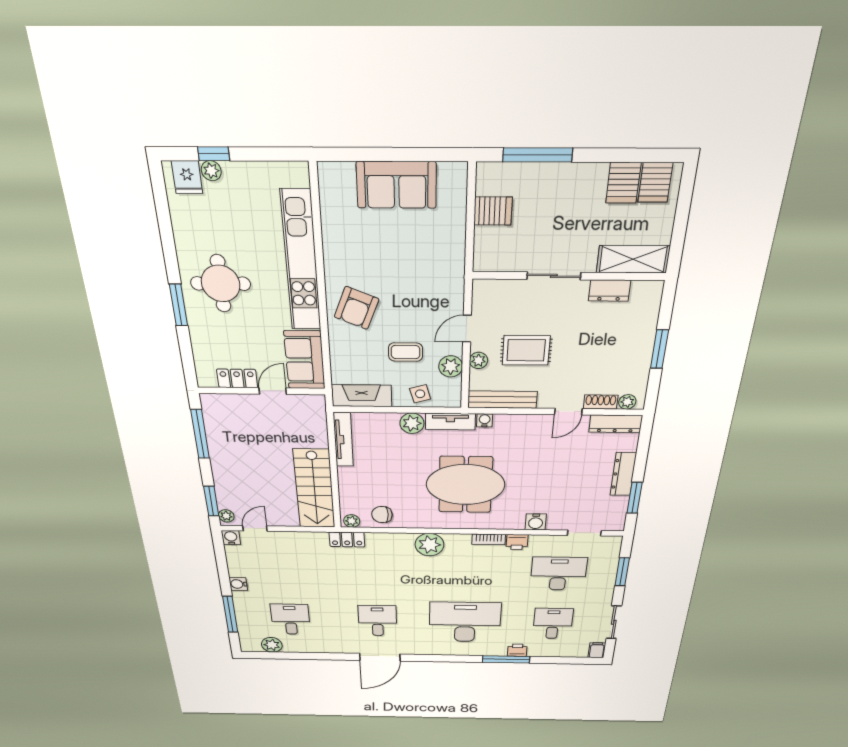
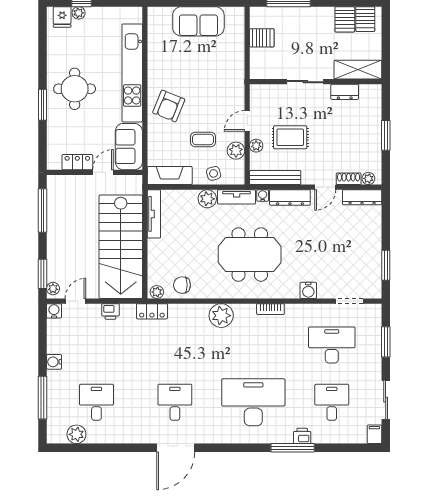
dresser: (623, 474) -> (290, 198), moved, turned -90
stairs: (314, 489) -> (121, 247), width x1.36, depth x1.51
printer: (517, 542) -> (110, 311), moved

